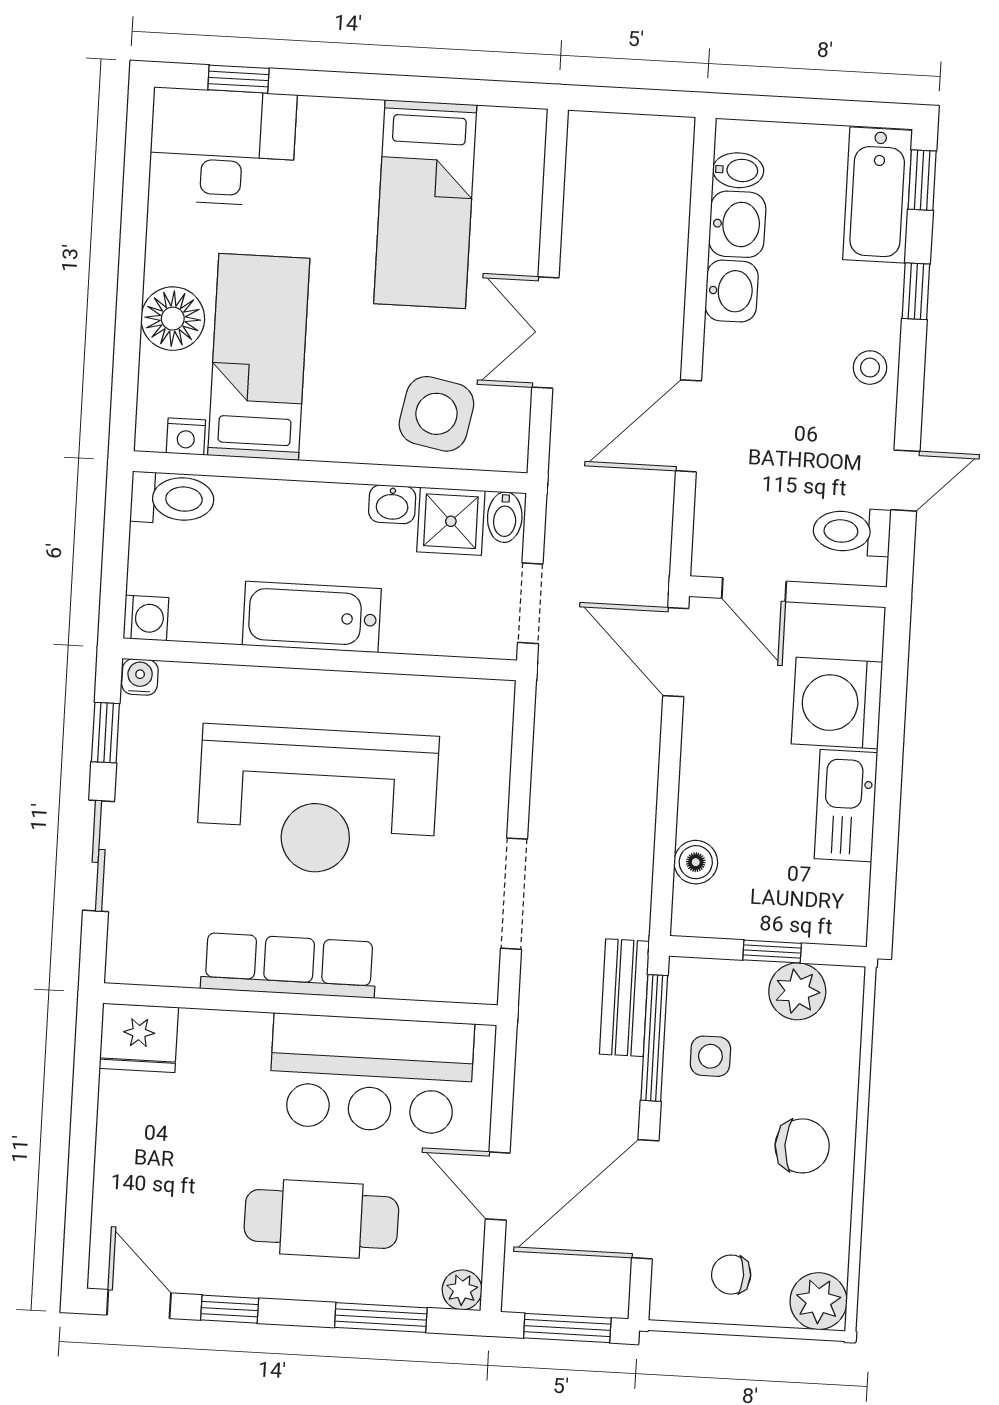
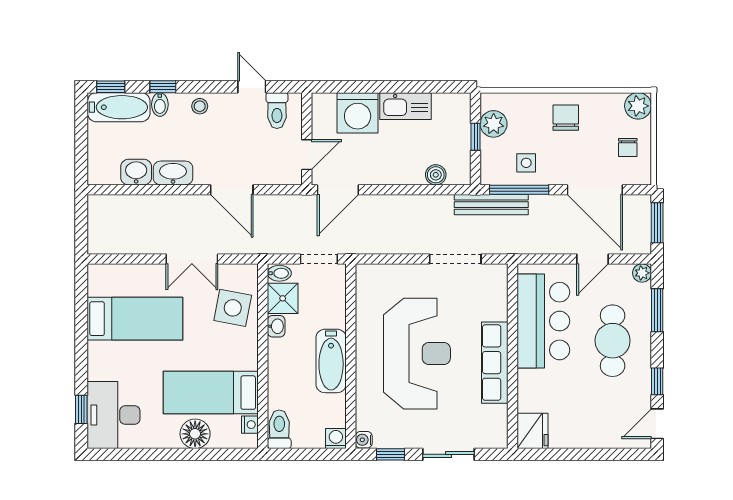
bidet: (738, 170) -> (160, 104), moved, turned 180
washbasin: (732, 291) -> (173, 173), width x1.38
bench: (625, 998) -> (491, 205), width x1.36

